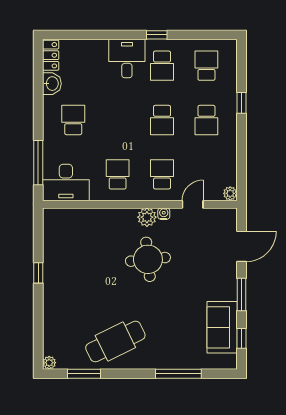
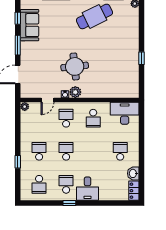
school desk: (73, 120) -> (120, 151), turned 180
window: (38, 163) -> (141, 125), removed
school desk: (162, 174) -> (66, 118), turned 180

